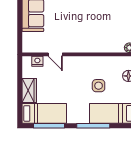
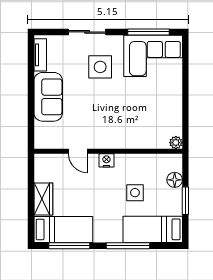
nightstand: (37, 61) -> (106, 160), moved

